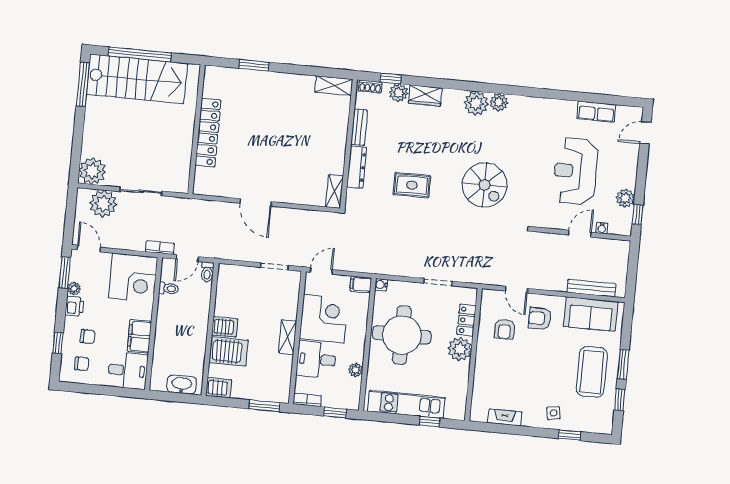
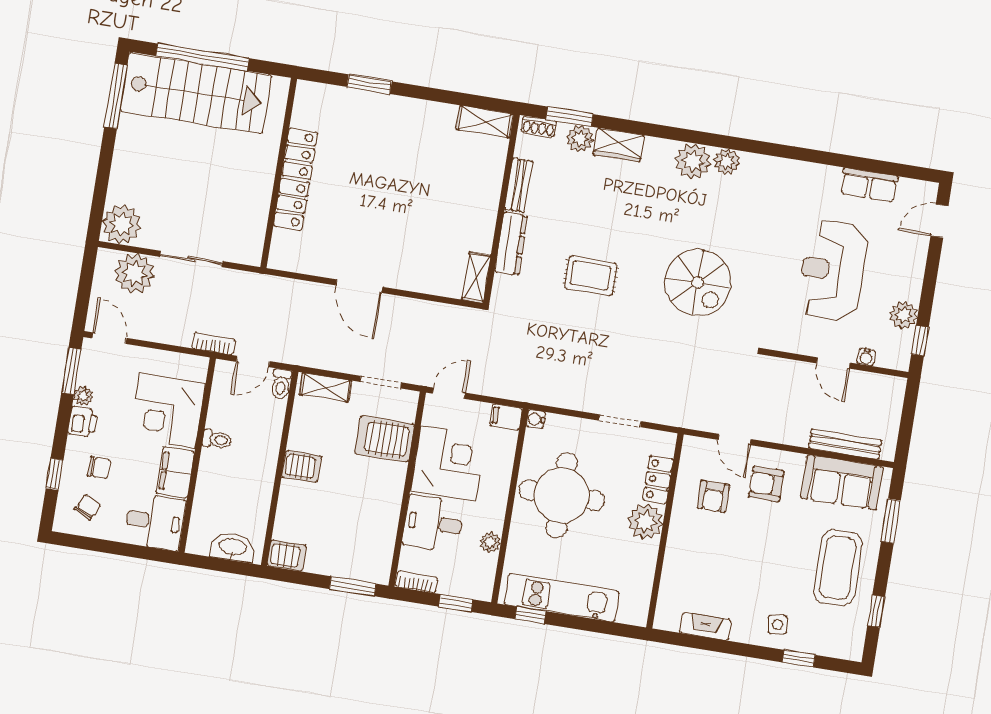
window: (391, 78) -> (570, 117), width x1.50
door: (580, 234) -> (833, 363), swing flipped
corner desk: (133, 278) -> (167, 411), moved, turned 90
toilet: (169, 289) -> (217, 439), moved
shelving: (288, 337) -> (326, 388), moved, turned 90
server rack: (229, 351) -> (385, 439), moved, turned 180
chair: (82, 364) -> (88, 507), turned -63
window: (623, 364) -> (891, 521), moved
window: (430, 422) -> (530, 615), moved

